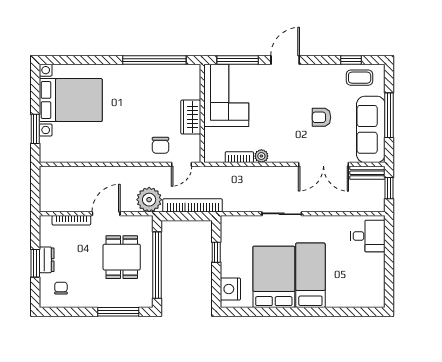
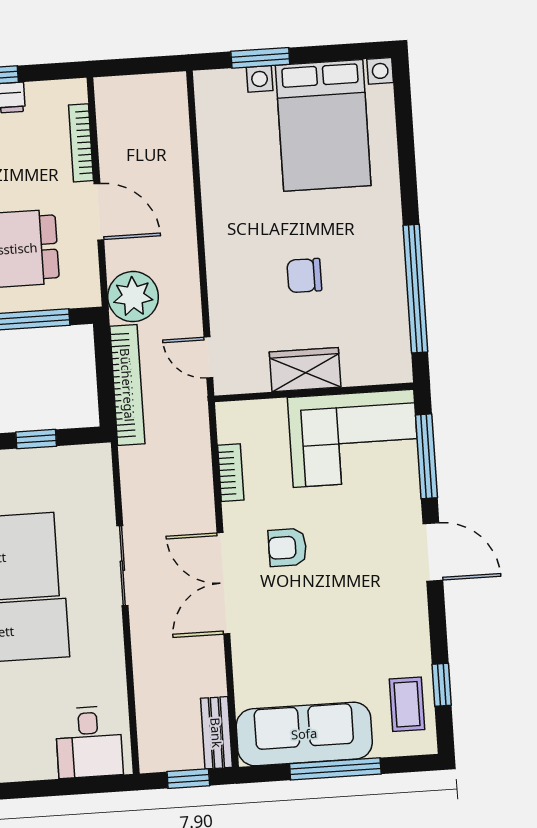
armchair: (321, 117) -> (287, 547), moved, turned -90
chair: (160, 145) -> (304, 276), moved
plant: (261, 156) -> (236, 517), removed
double door: (323, 164) -> (223, 583), moved

